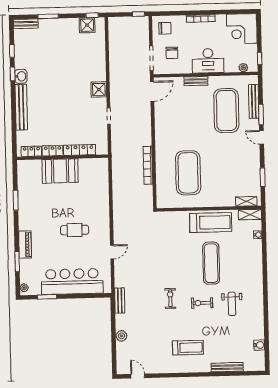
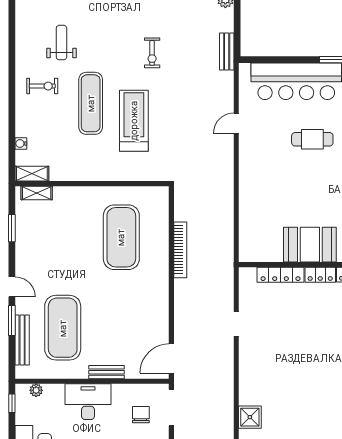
shower: (99, 90) -> (250, 417), moved
treadmill: (211, 223) -> (134, 121), moved, turned 90
cafe table: (75, 230) -> (312, 139), moved
exercise bike: (202, 303) -> (42, 86), moved

